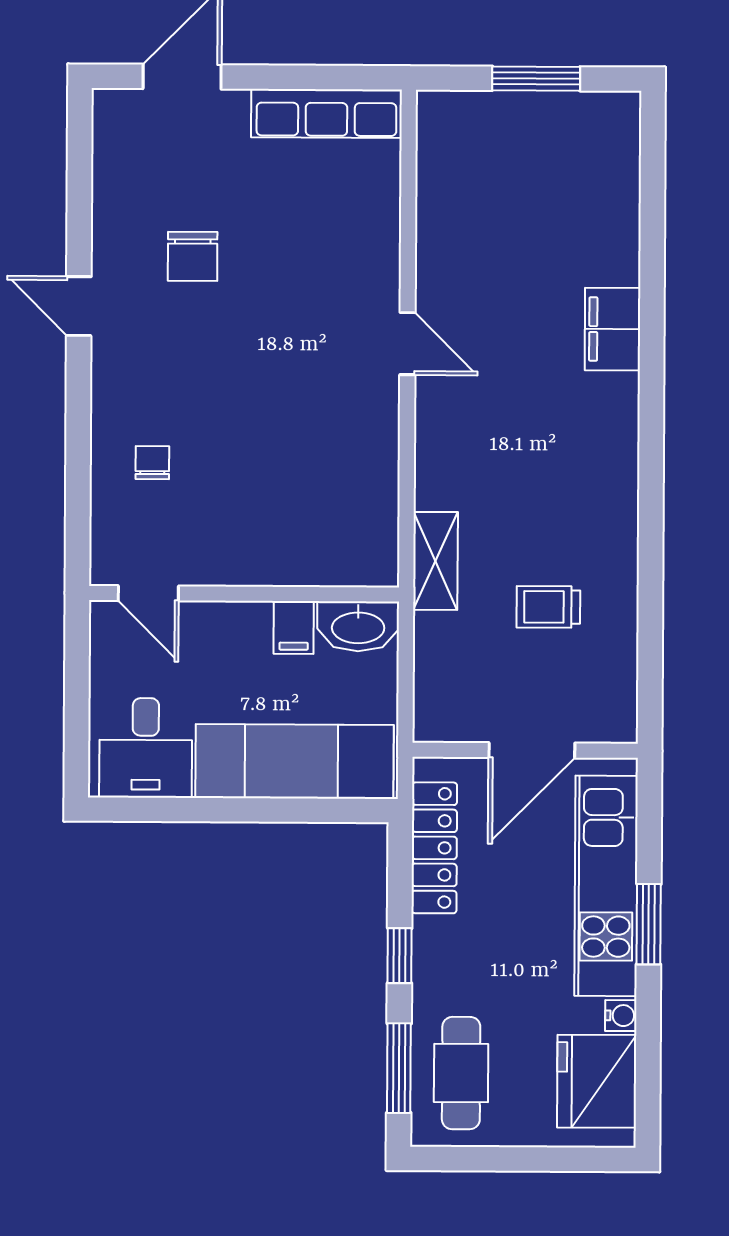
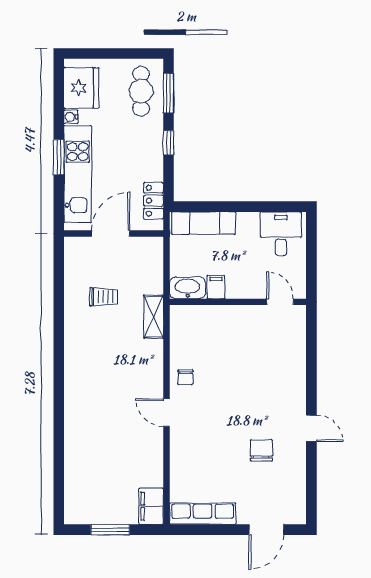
filing cabinet: (613, 329) -> (151, 506), moved, turned 180
chair: (152, 463) -> (185, 377), moved
exam couch: (294, 761) -> (204, 223), width x0.73, depth x0.69
locker: (434, 848) -> (153, 201), width x0.66

